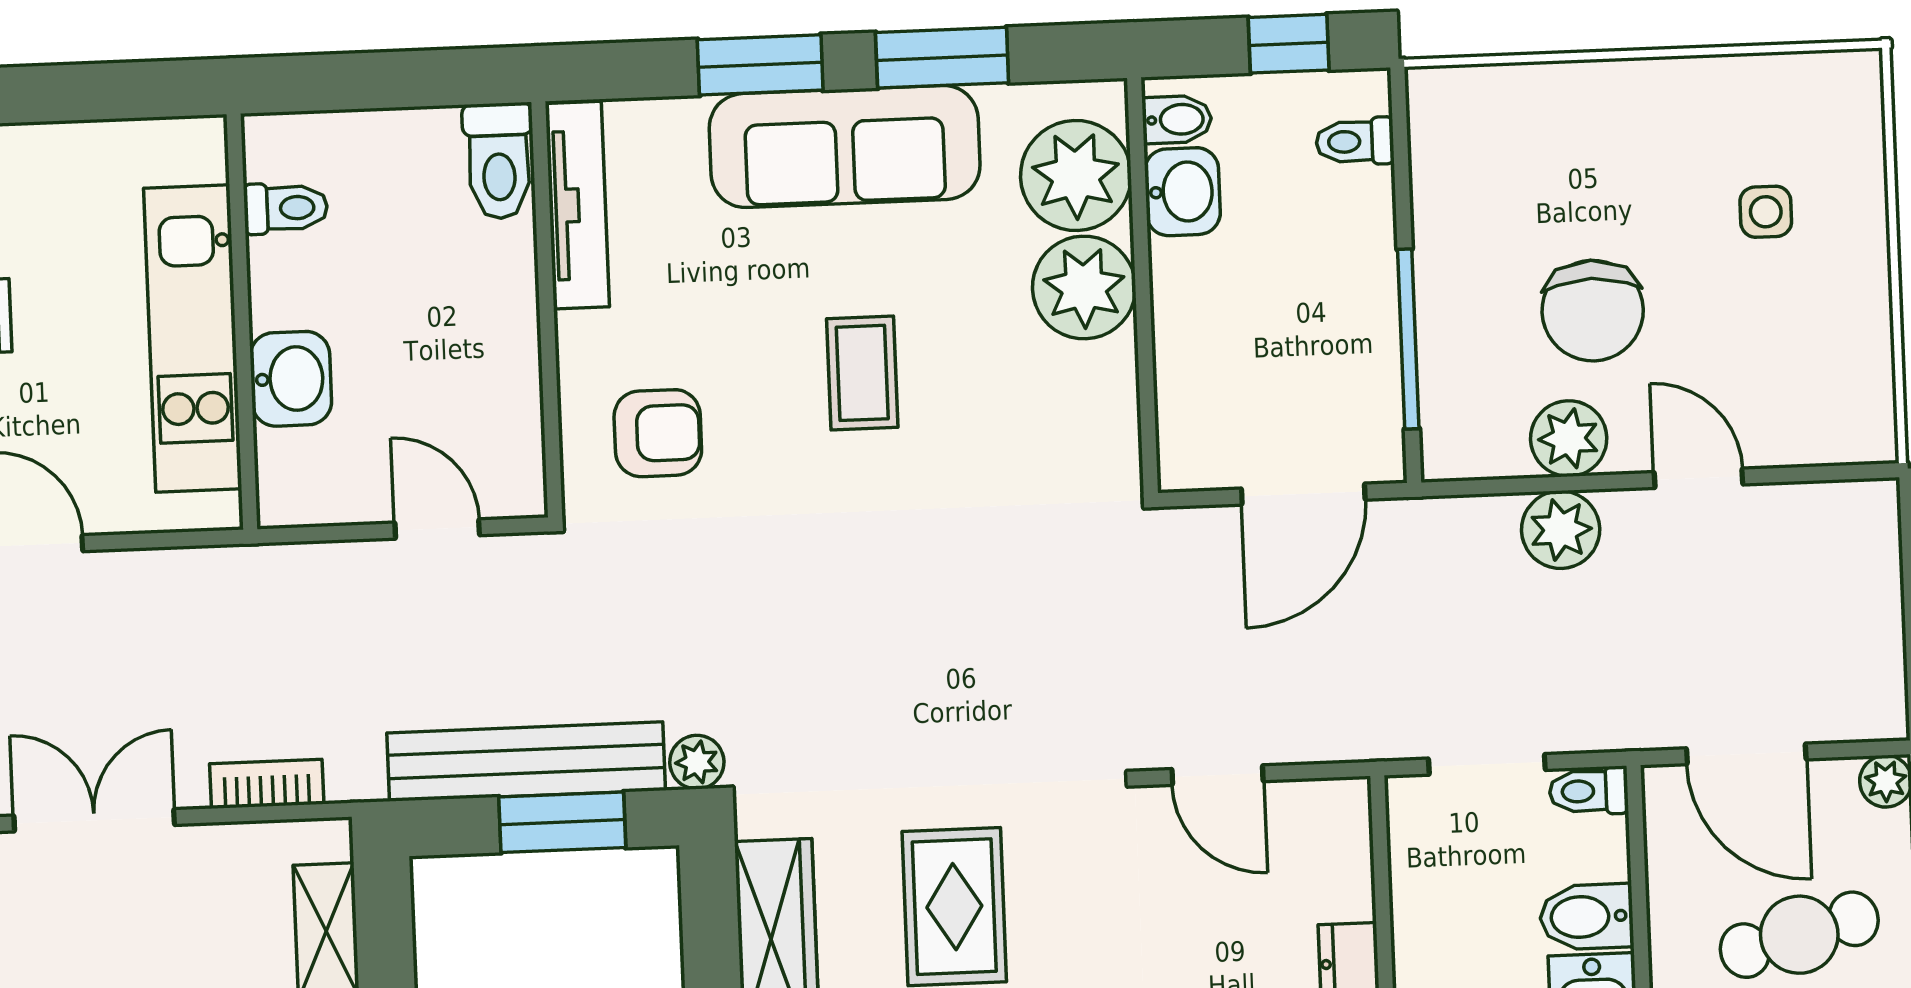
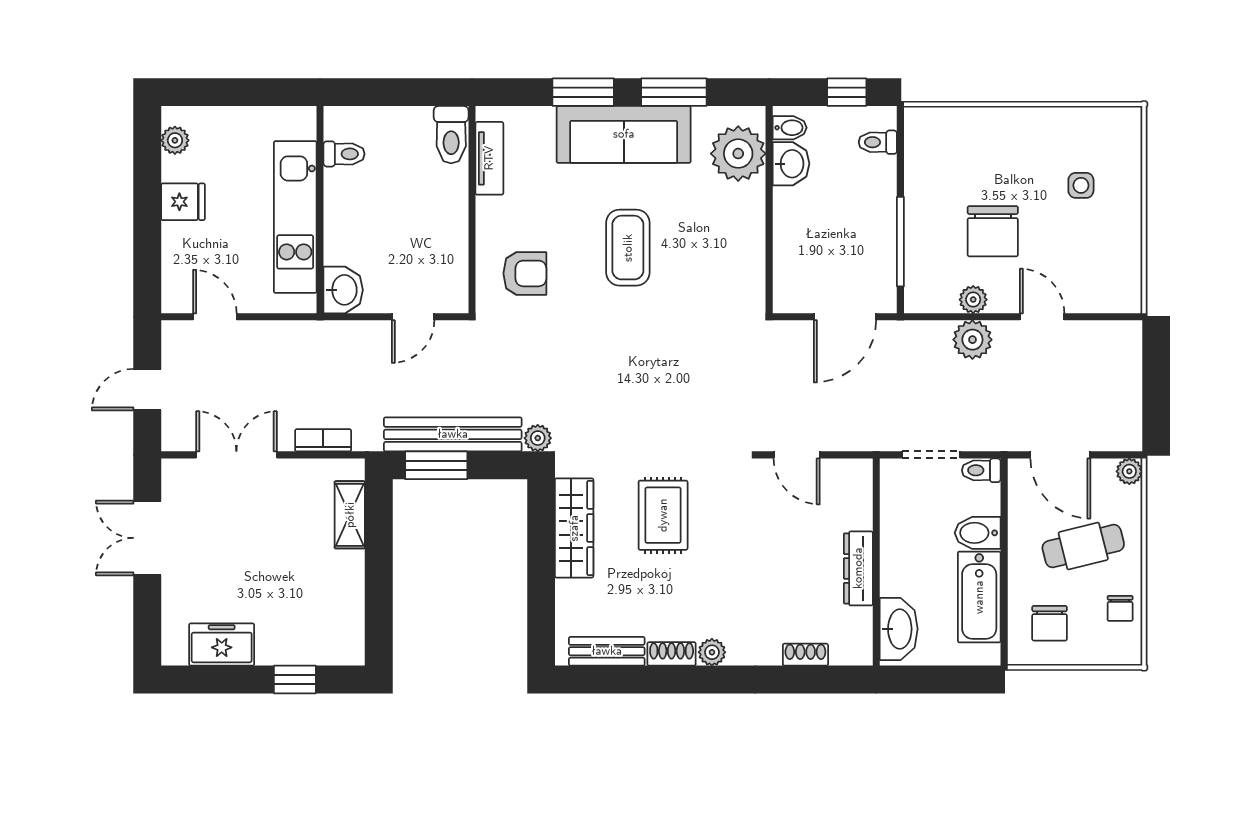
tv unit: (577, 205) -> (489, 158), width x0.71
plant: (1084, 287) -> (740, 209), removed
coffee table: (862, 373) -> (628, 248), width x1.36, depth x1.30
washbasin: (291, 379) -> (343, 290), moved
plant: (1569, 439) -> (973, 300), width x0.73, depth x0.73
door: (437, 529) -> (413, 317), swing flipped
window: (562, 822) -> (436, 465), moved

